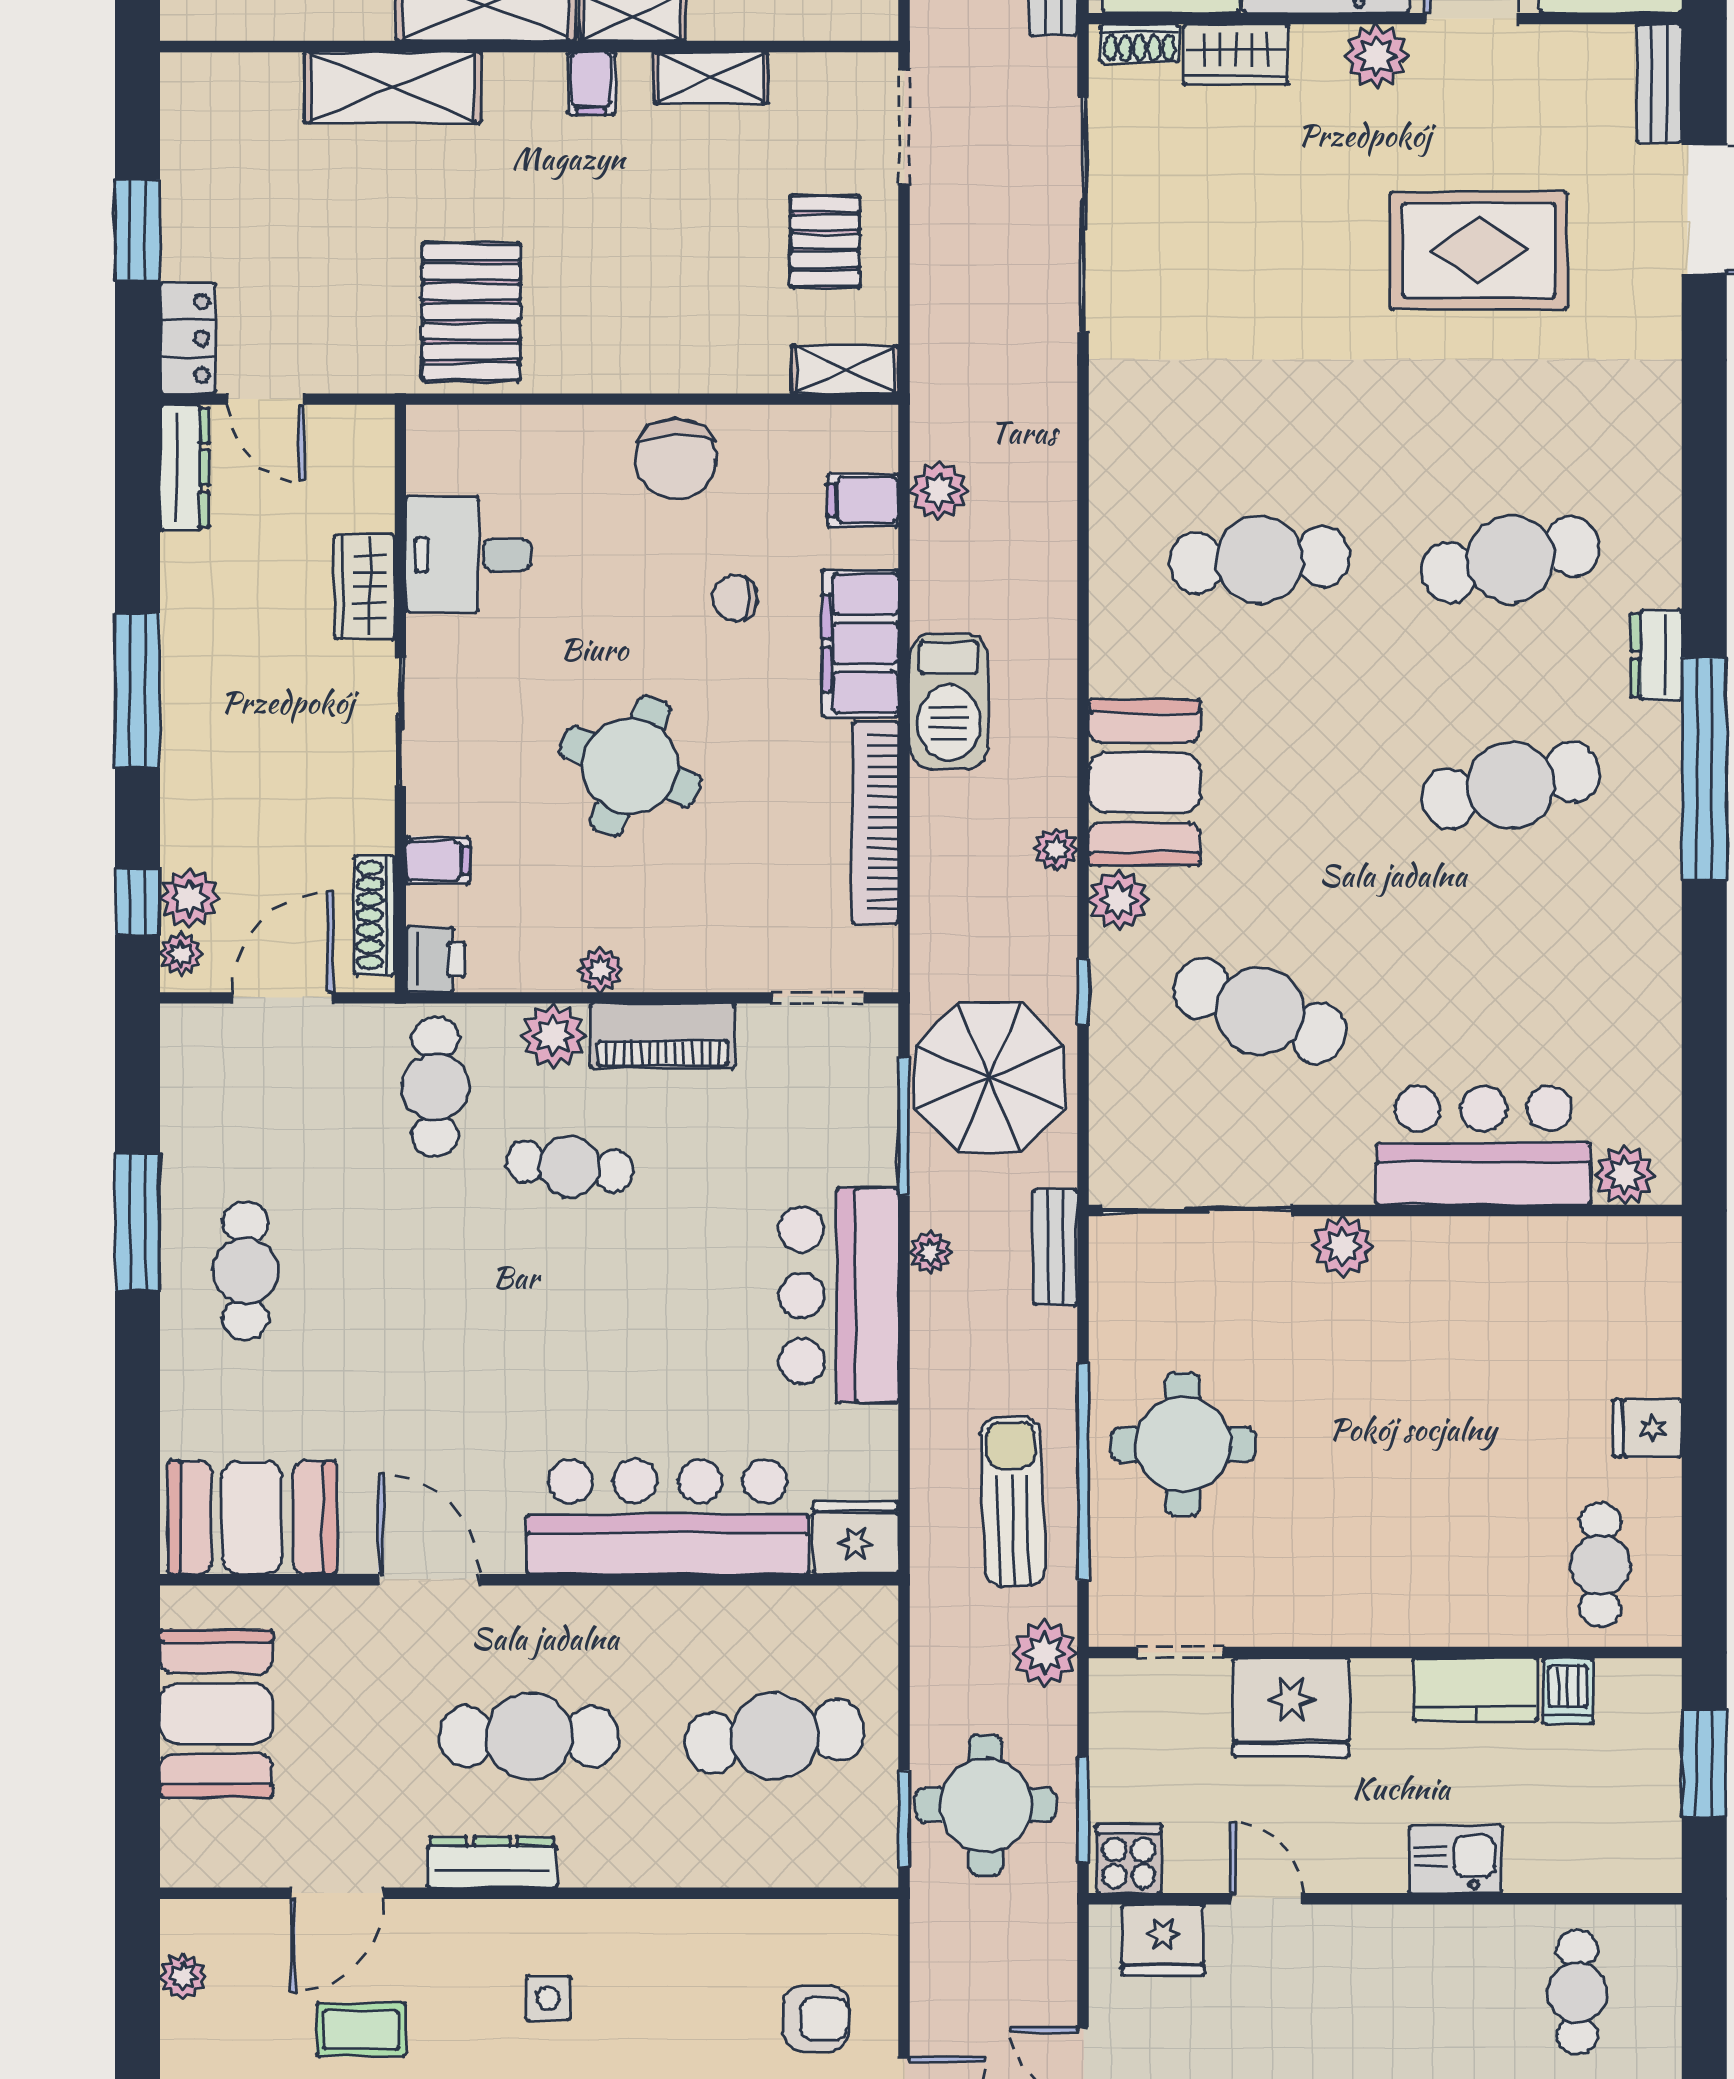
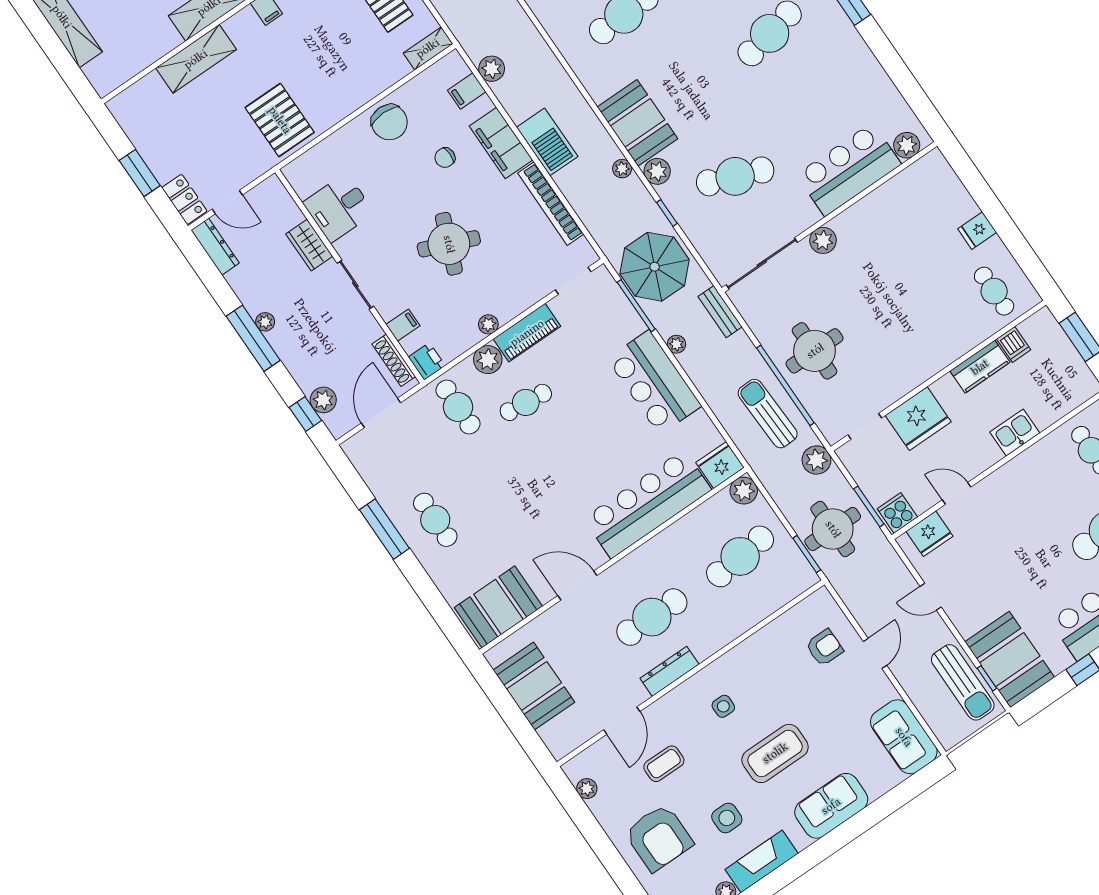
plant: (181, 954) -> (265, 322), moved
plant: (867, 1617) -> (744, 491), added

